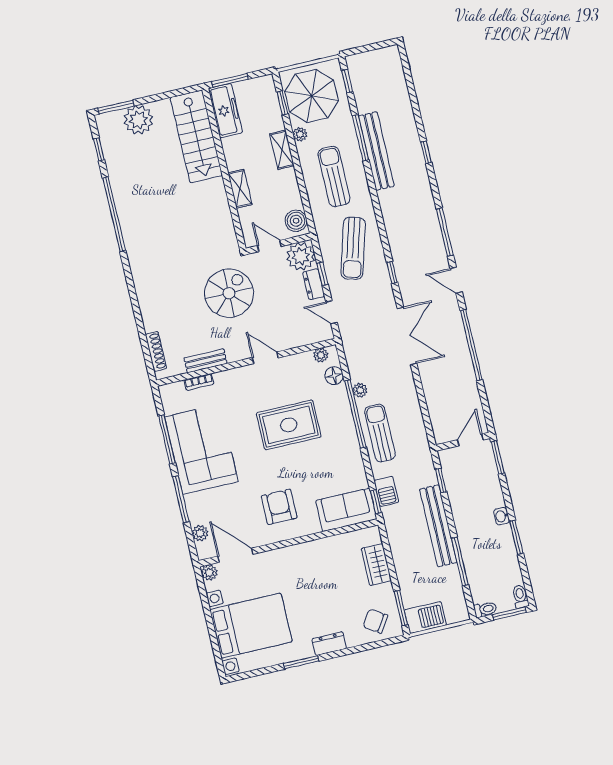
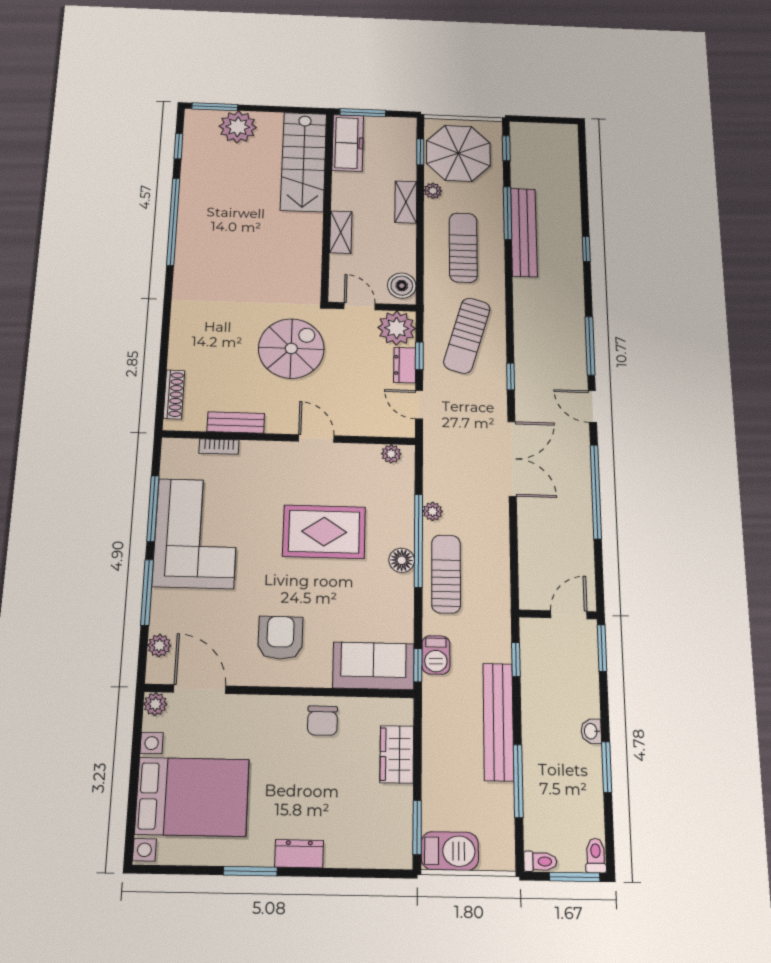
floor lamp: (334, 376) -> (402, 560), moved
chair: (375, 621) -> (322, 721), moved, turned -123

